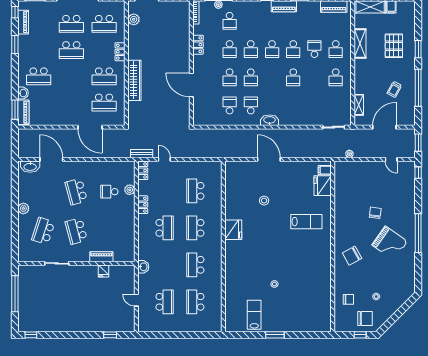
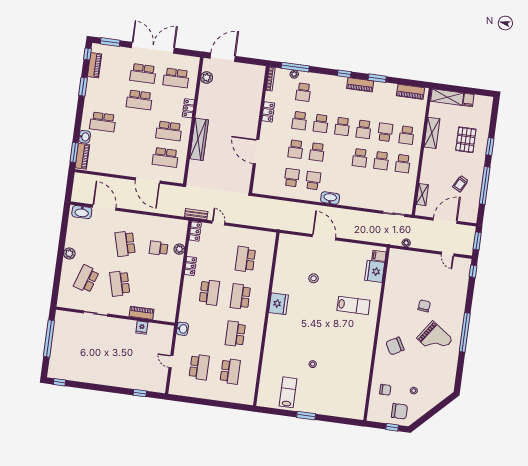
school desk: (314, 77) -> (381, 161), added
school desk: (195, 302) -> (230, 371), turned 180

